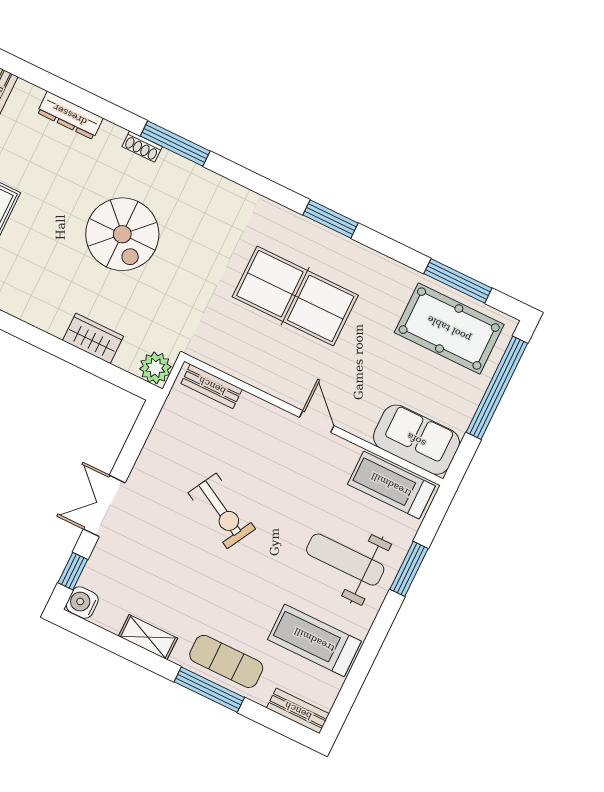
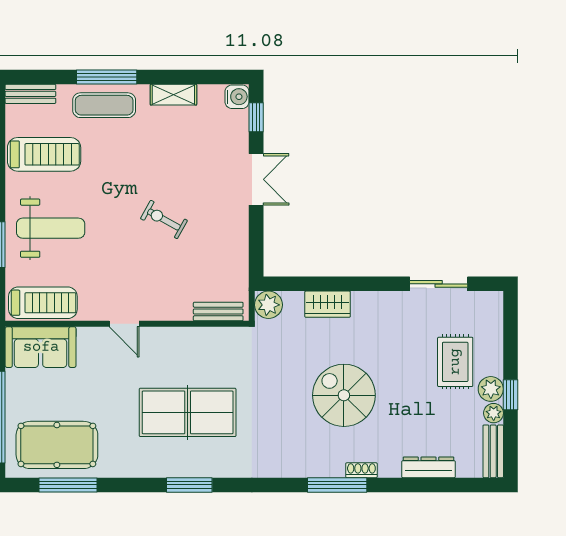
exercise bike: (222, 511) -> (164, 219), width x0.73, depth x0.72

